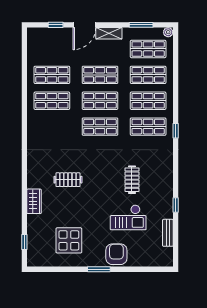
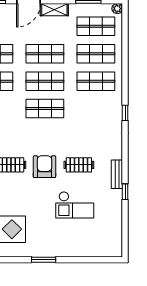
shop shelf: (148, 127) -> (96, 109), removed
clothes rail: (132, 180) -> (79, 165), turned 90
bench: (168, 233) -> (117, 174), moved
armchair: (116, 254) -> (44, 167), moved

